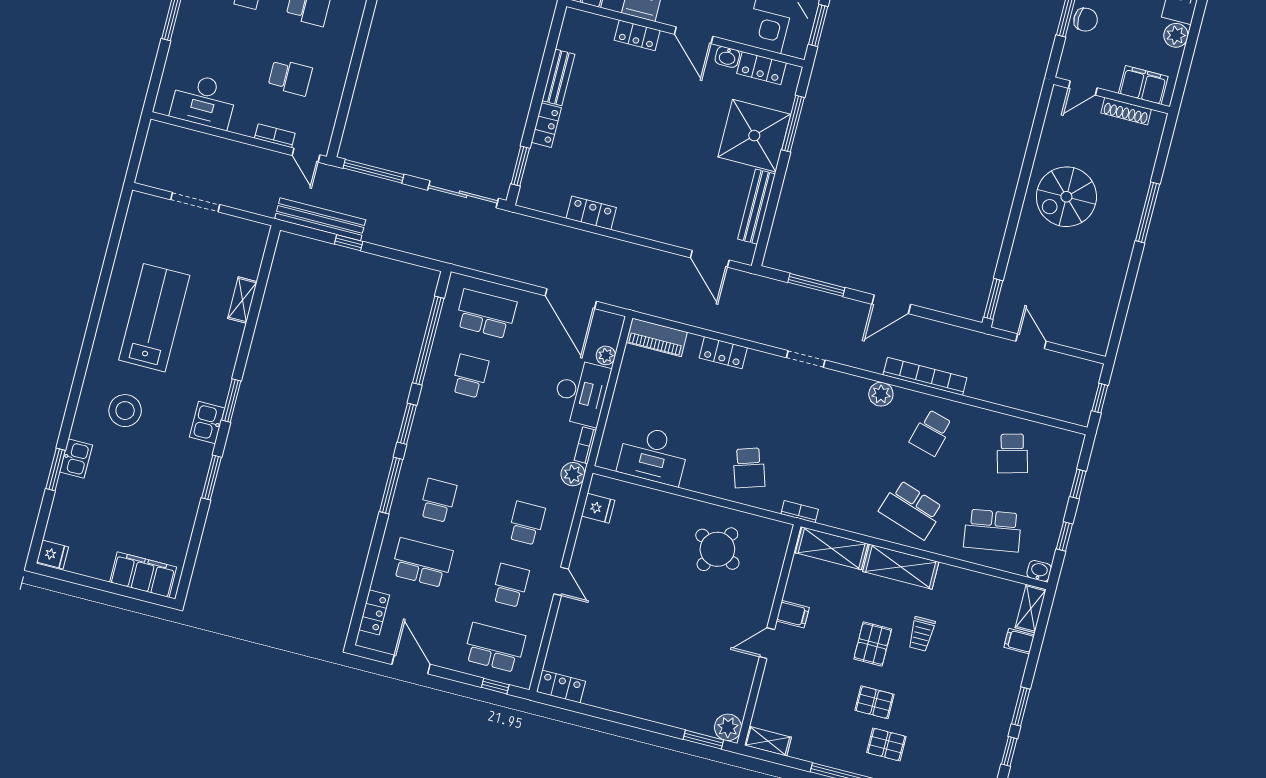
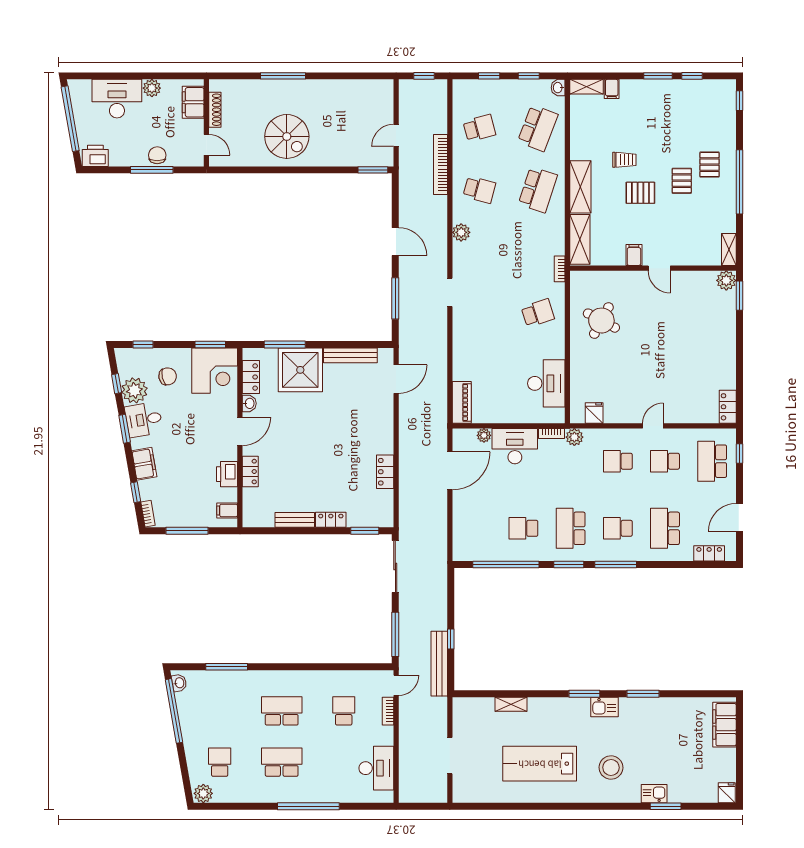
school desk: (486, 314) -> (571, 528), moved
locker: (723, 353) -> (461, 352), removed
bookcase: (925, 376) -> (440, 164), moved
school desk: (993, 530) -> (538, 128), turned 30

